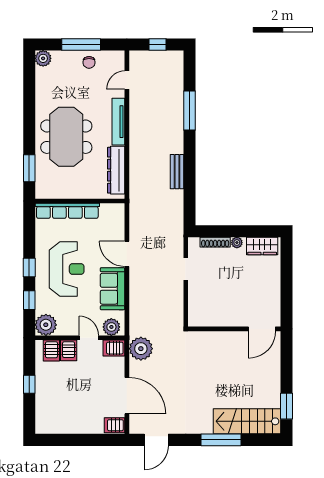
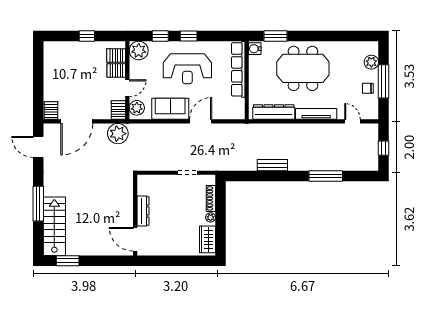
plant: (43, 58) -> (371, 62), moved
water cooler: (44, 192) -> (255, 49), added
dresser: (229, 320) -> (143, 211), added

